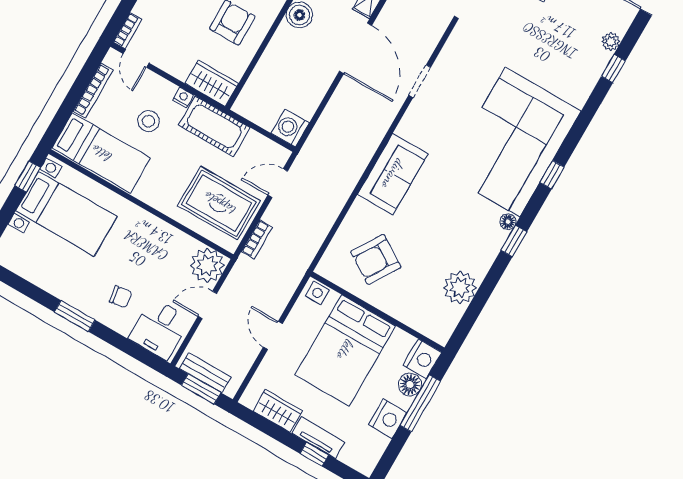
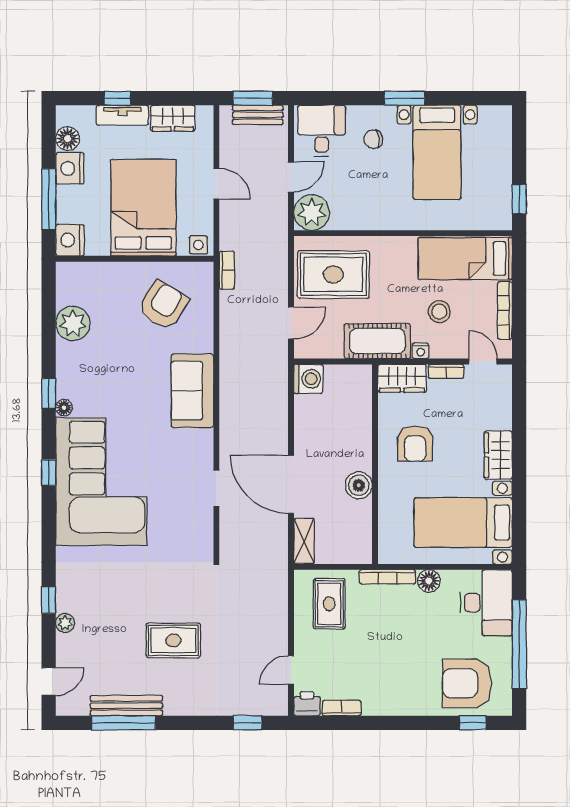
bookcase: (128, 31) -> (446, 371), moved, turned -90
bed with nightstands: (66, 214) -> (437, 152), moved, turned -90
bookcase: (257, 239) -> (227, 270), moved, turned 180
floor lamp: (410, 385) -> (68, 139), moved

